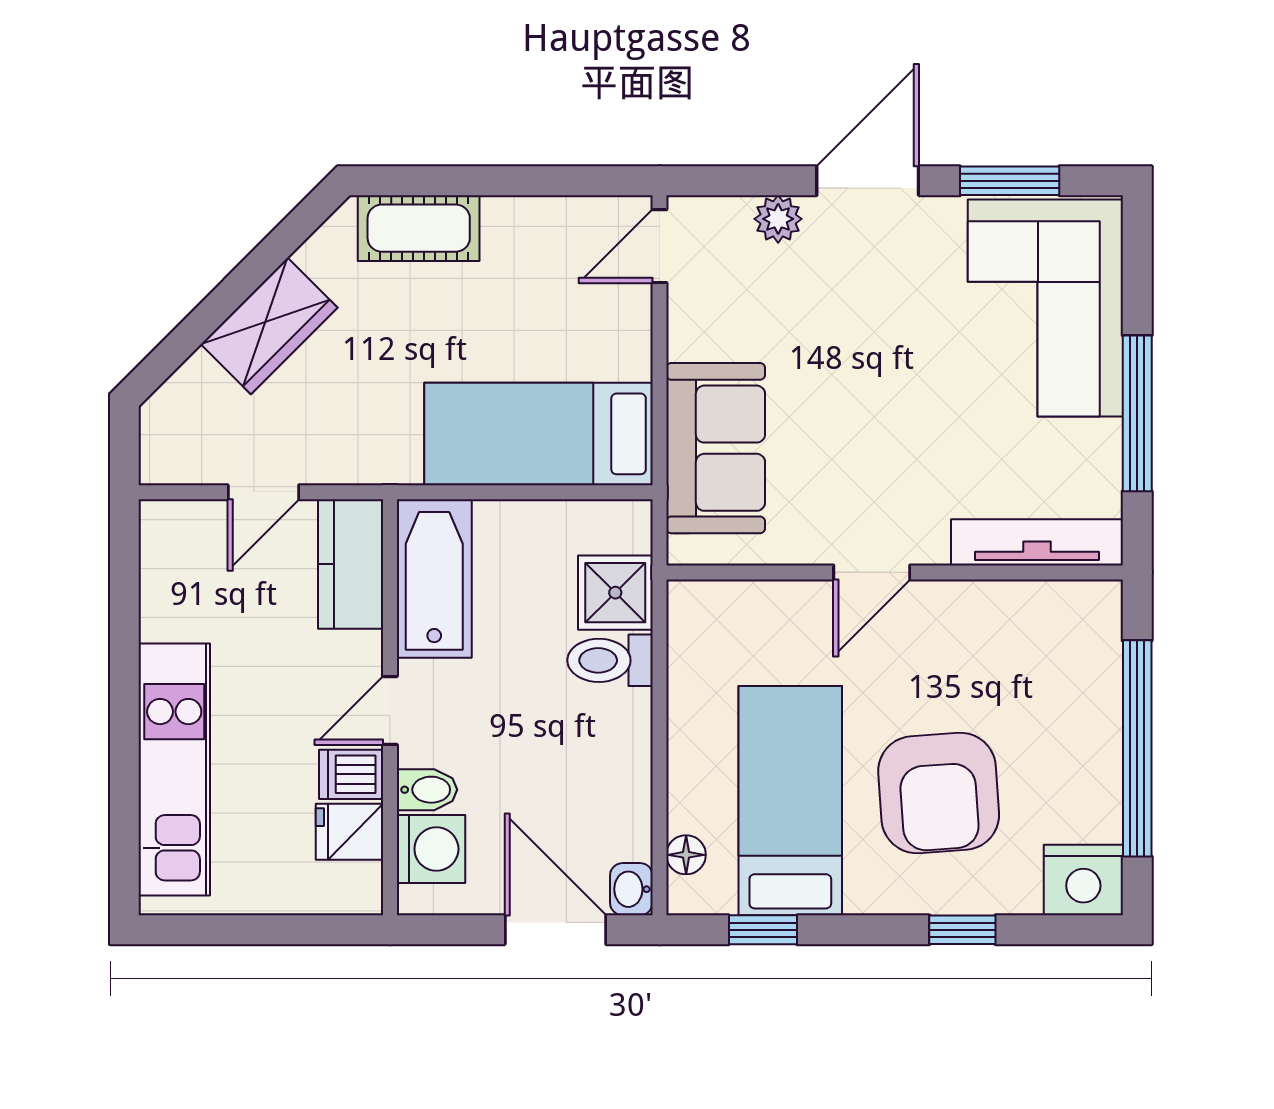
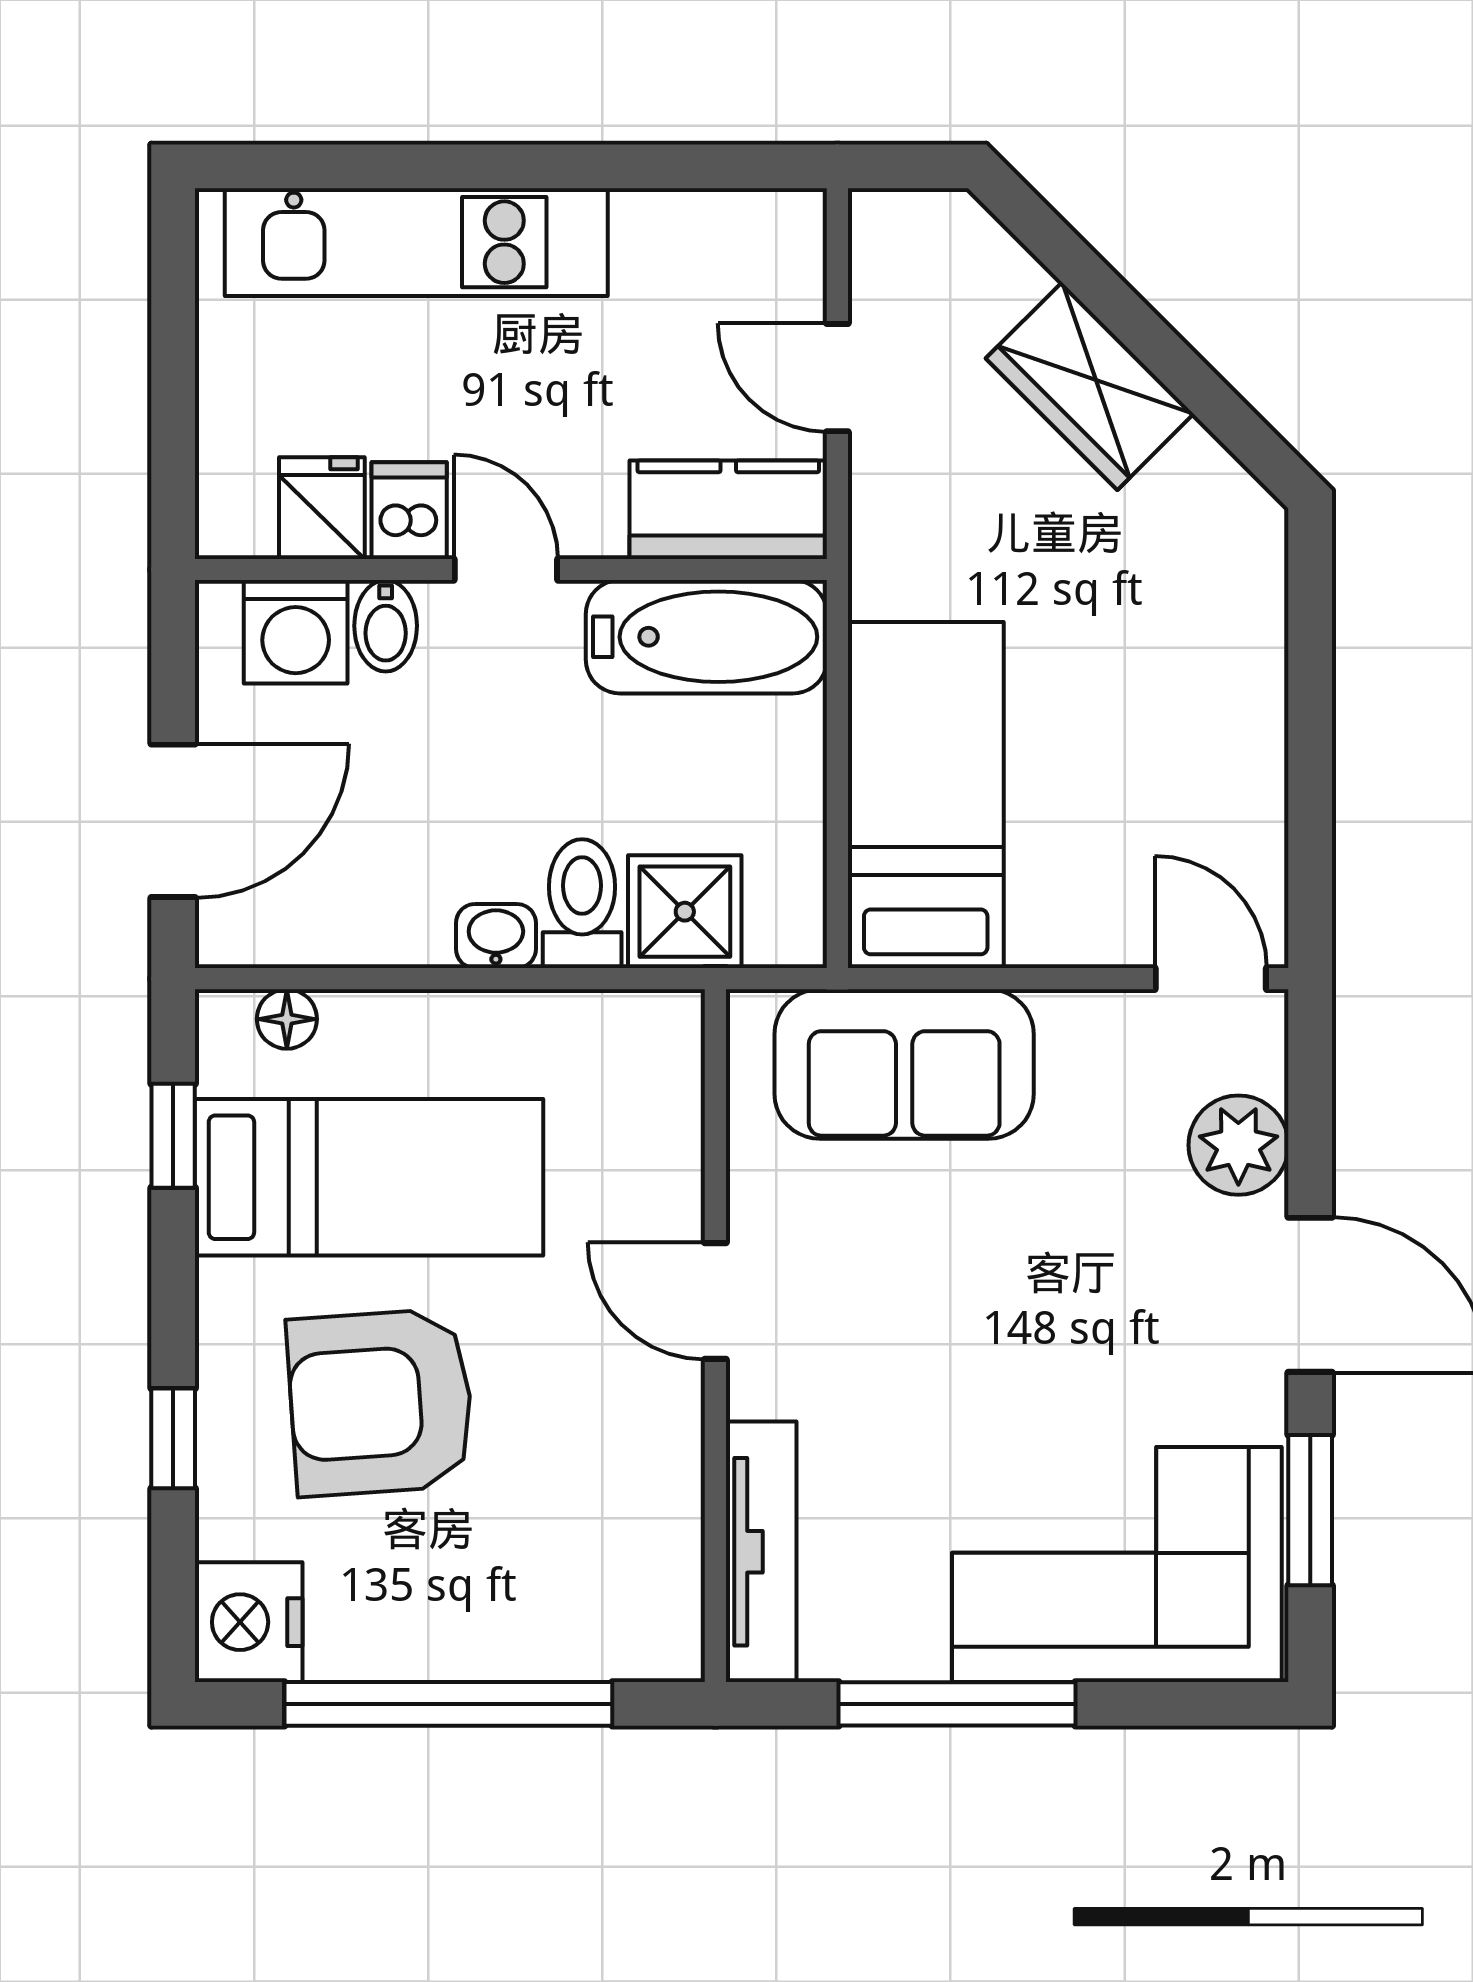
plant: (778, 219) -> (1238, 1145), width x1.38, depth x1.38
cot: (419, 228) -> (1238, 613), removed
washbasin: (631, 889) -> (496, 936), moved

